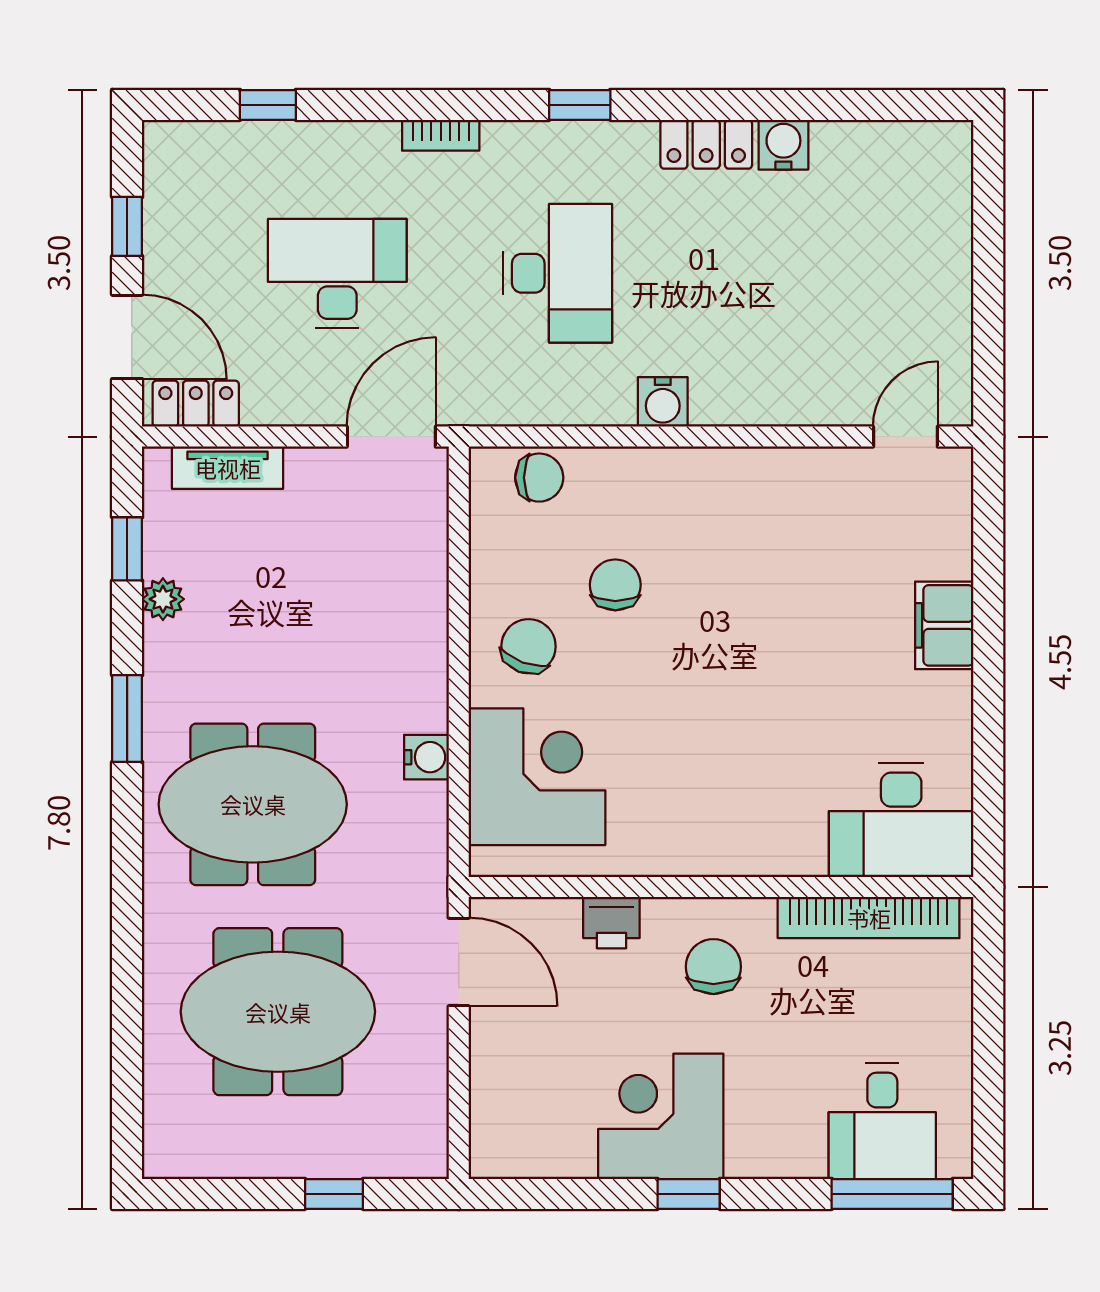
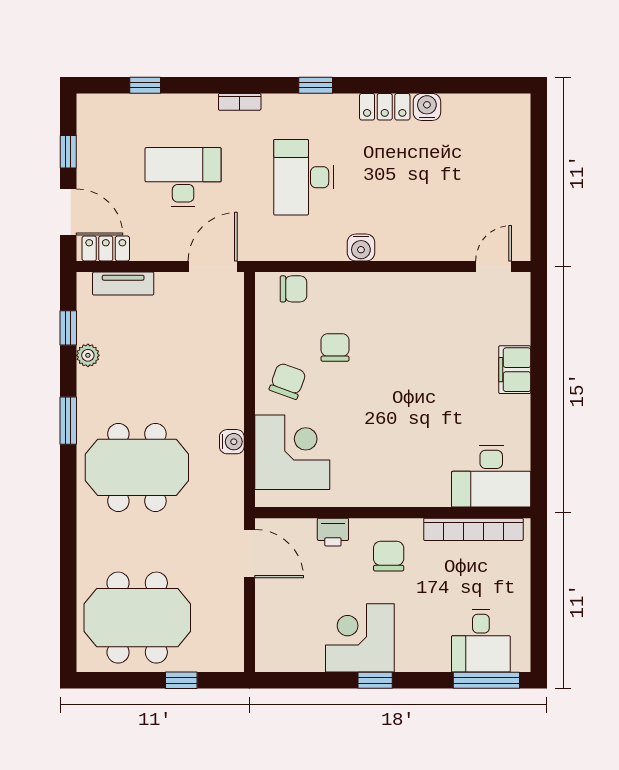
desk: (558, 273) -> (304, 177), turned 180
meeting table: (278, 1012) -> (137, 618), moved

